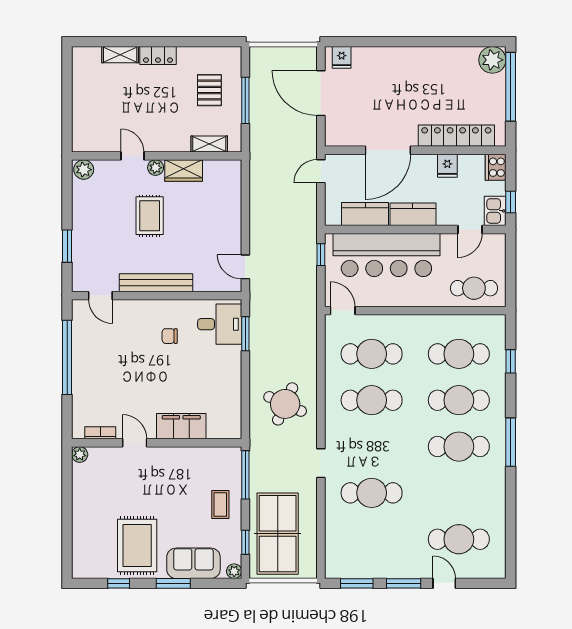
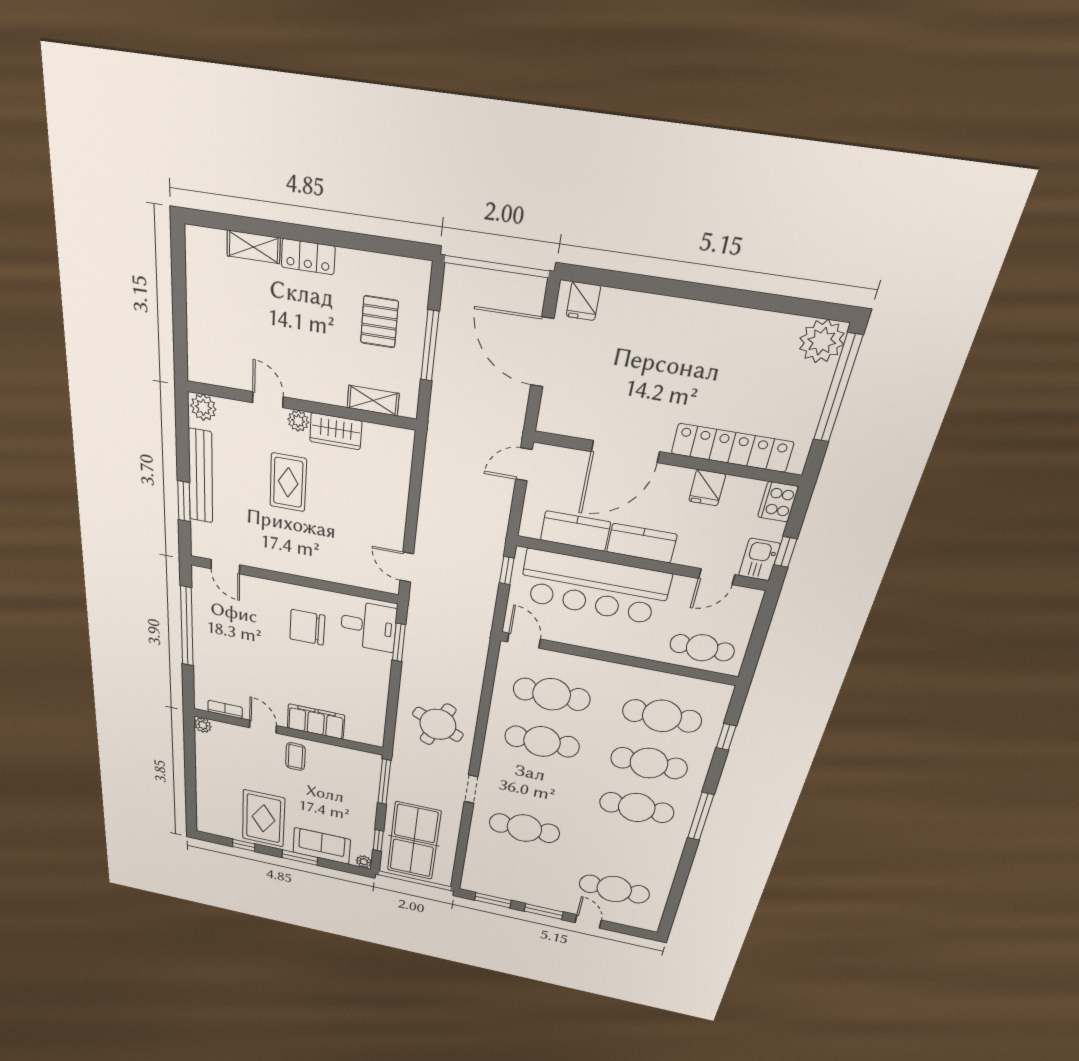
bench: (156, 283) -> (201, 476), moved, turned 90
chair: (170, 336) -> (307, 627), width x1.87, depth x1.87
coffee table: (220, 505) -> (295, 757), moved

